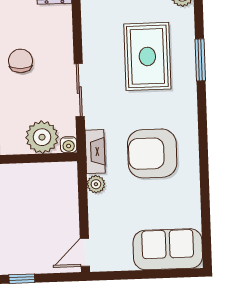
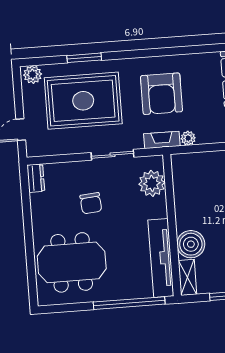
rug: (147, 56) -> (83, 101), width x1.37, depth x1.44
chair: (21, 61) -> (91, 203), turned -95
water cooler: (69, 145) -> (157, 162), removed

